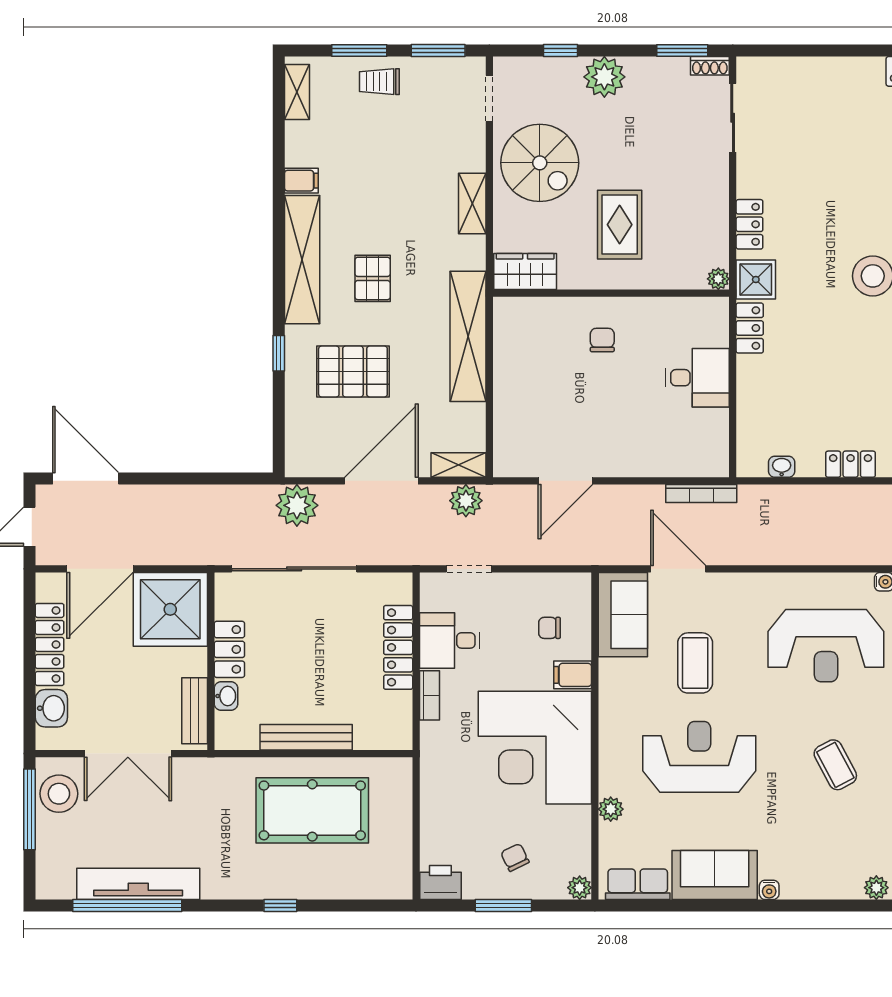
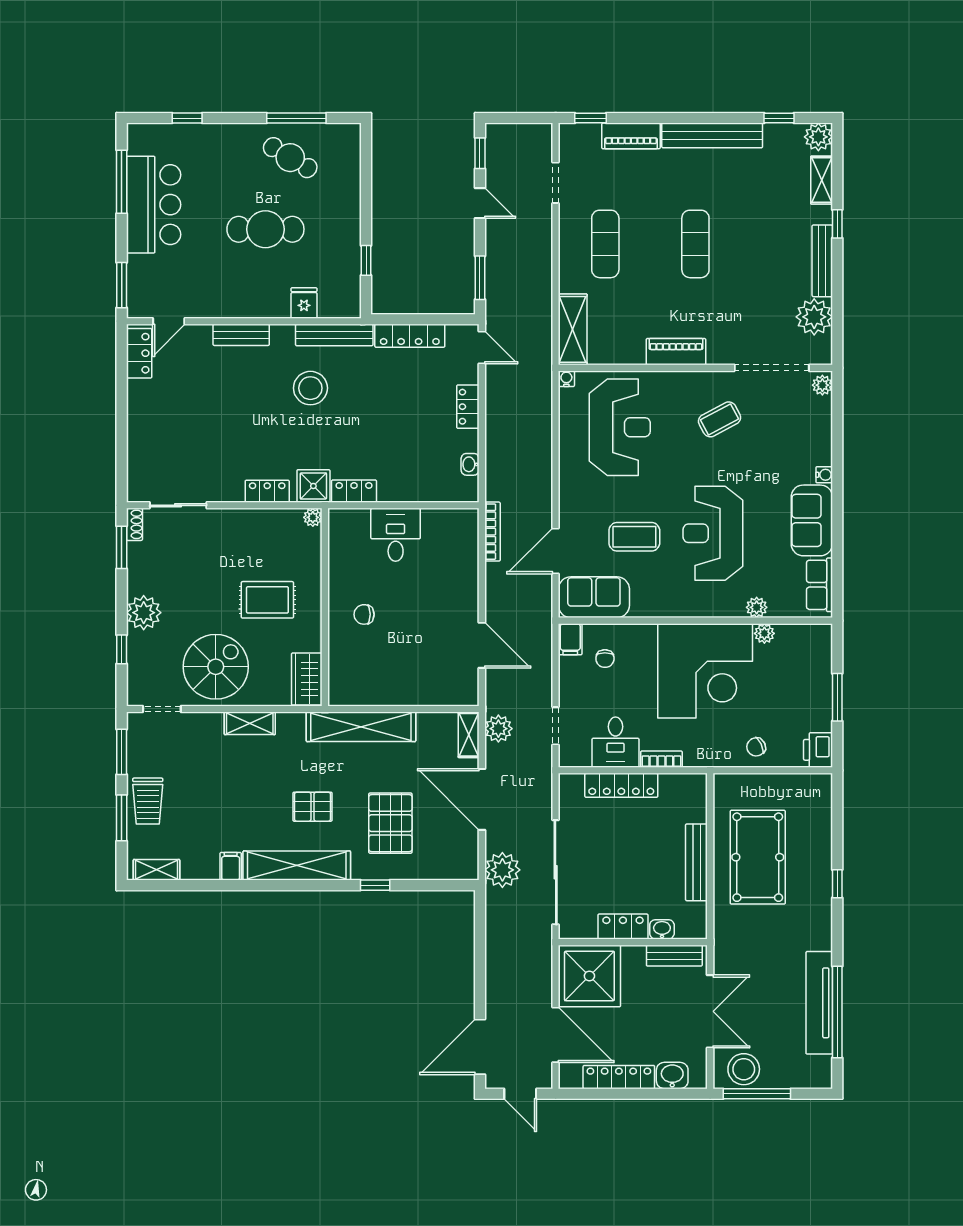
trolley: (379, 82) -> (148, 801), width x1.36, depth x1.39
filing cabinet: (573, 675) -> (570, 639), moved
chair: (515, 857) -> (756, 747), moved
plant: (580, 888) -> (764, 633), moved

